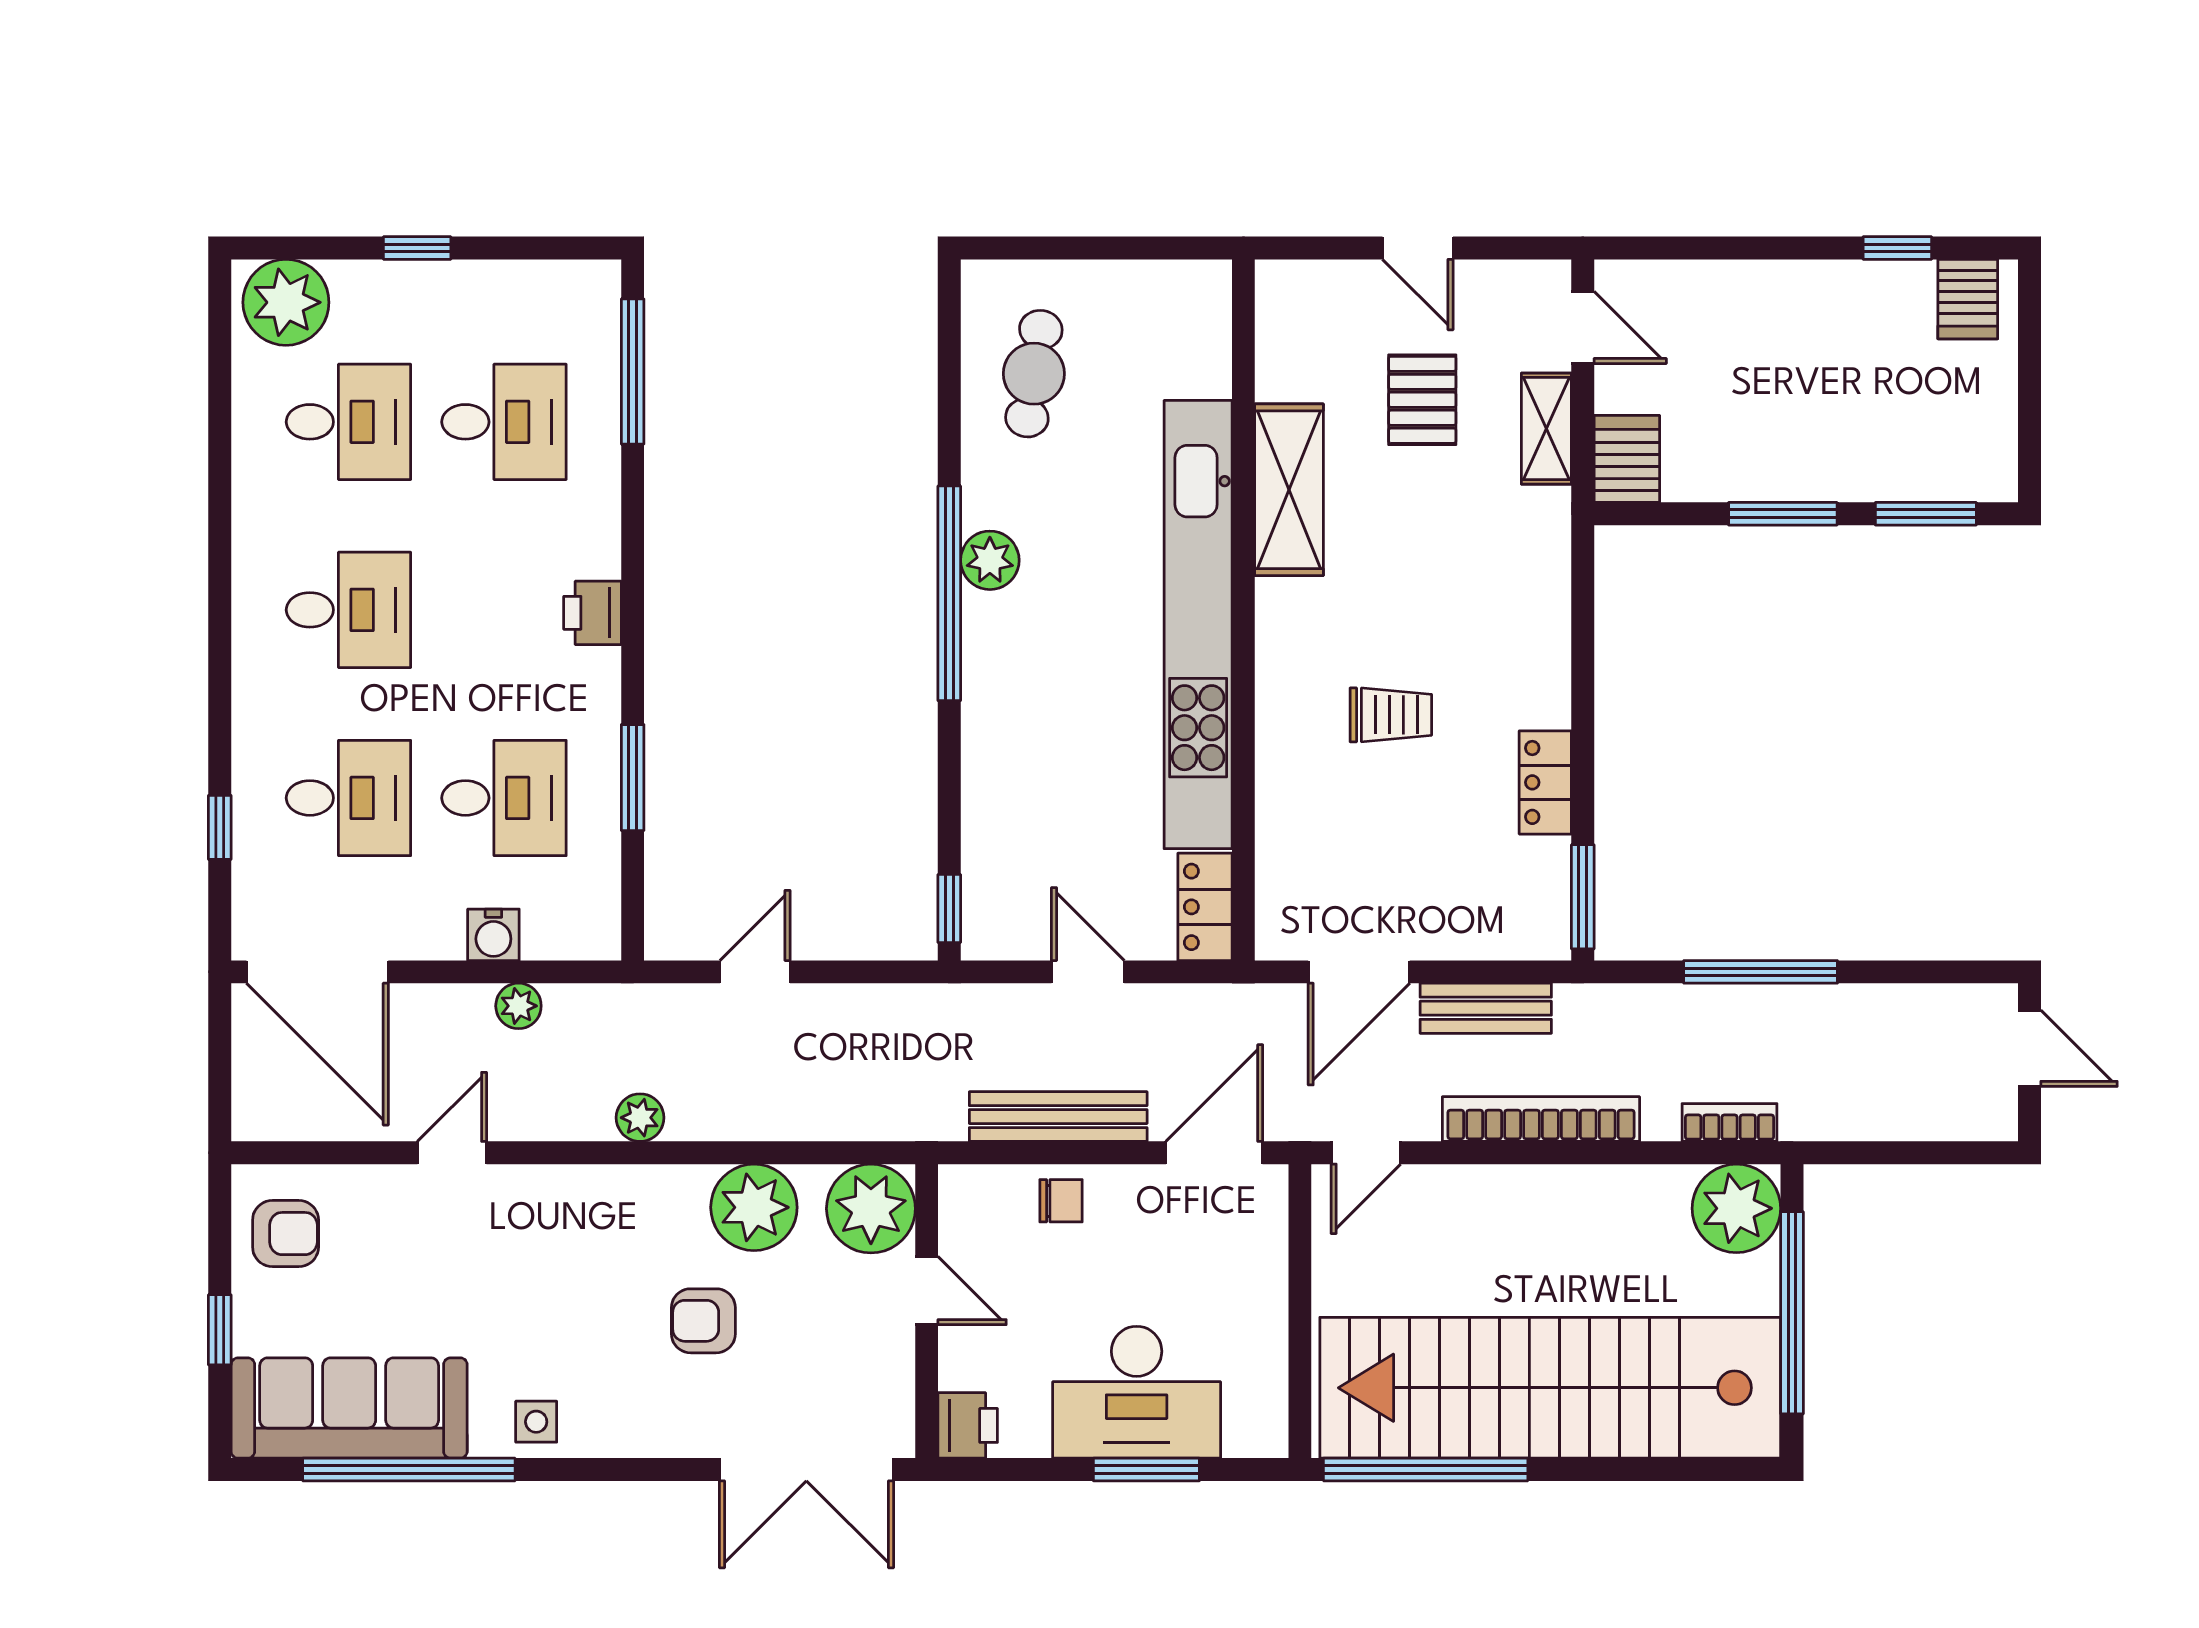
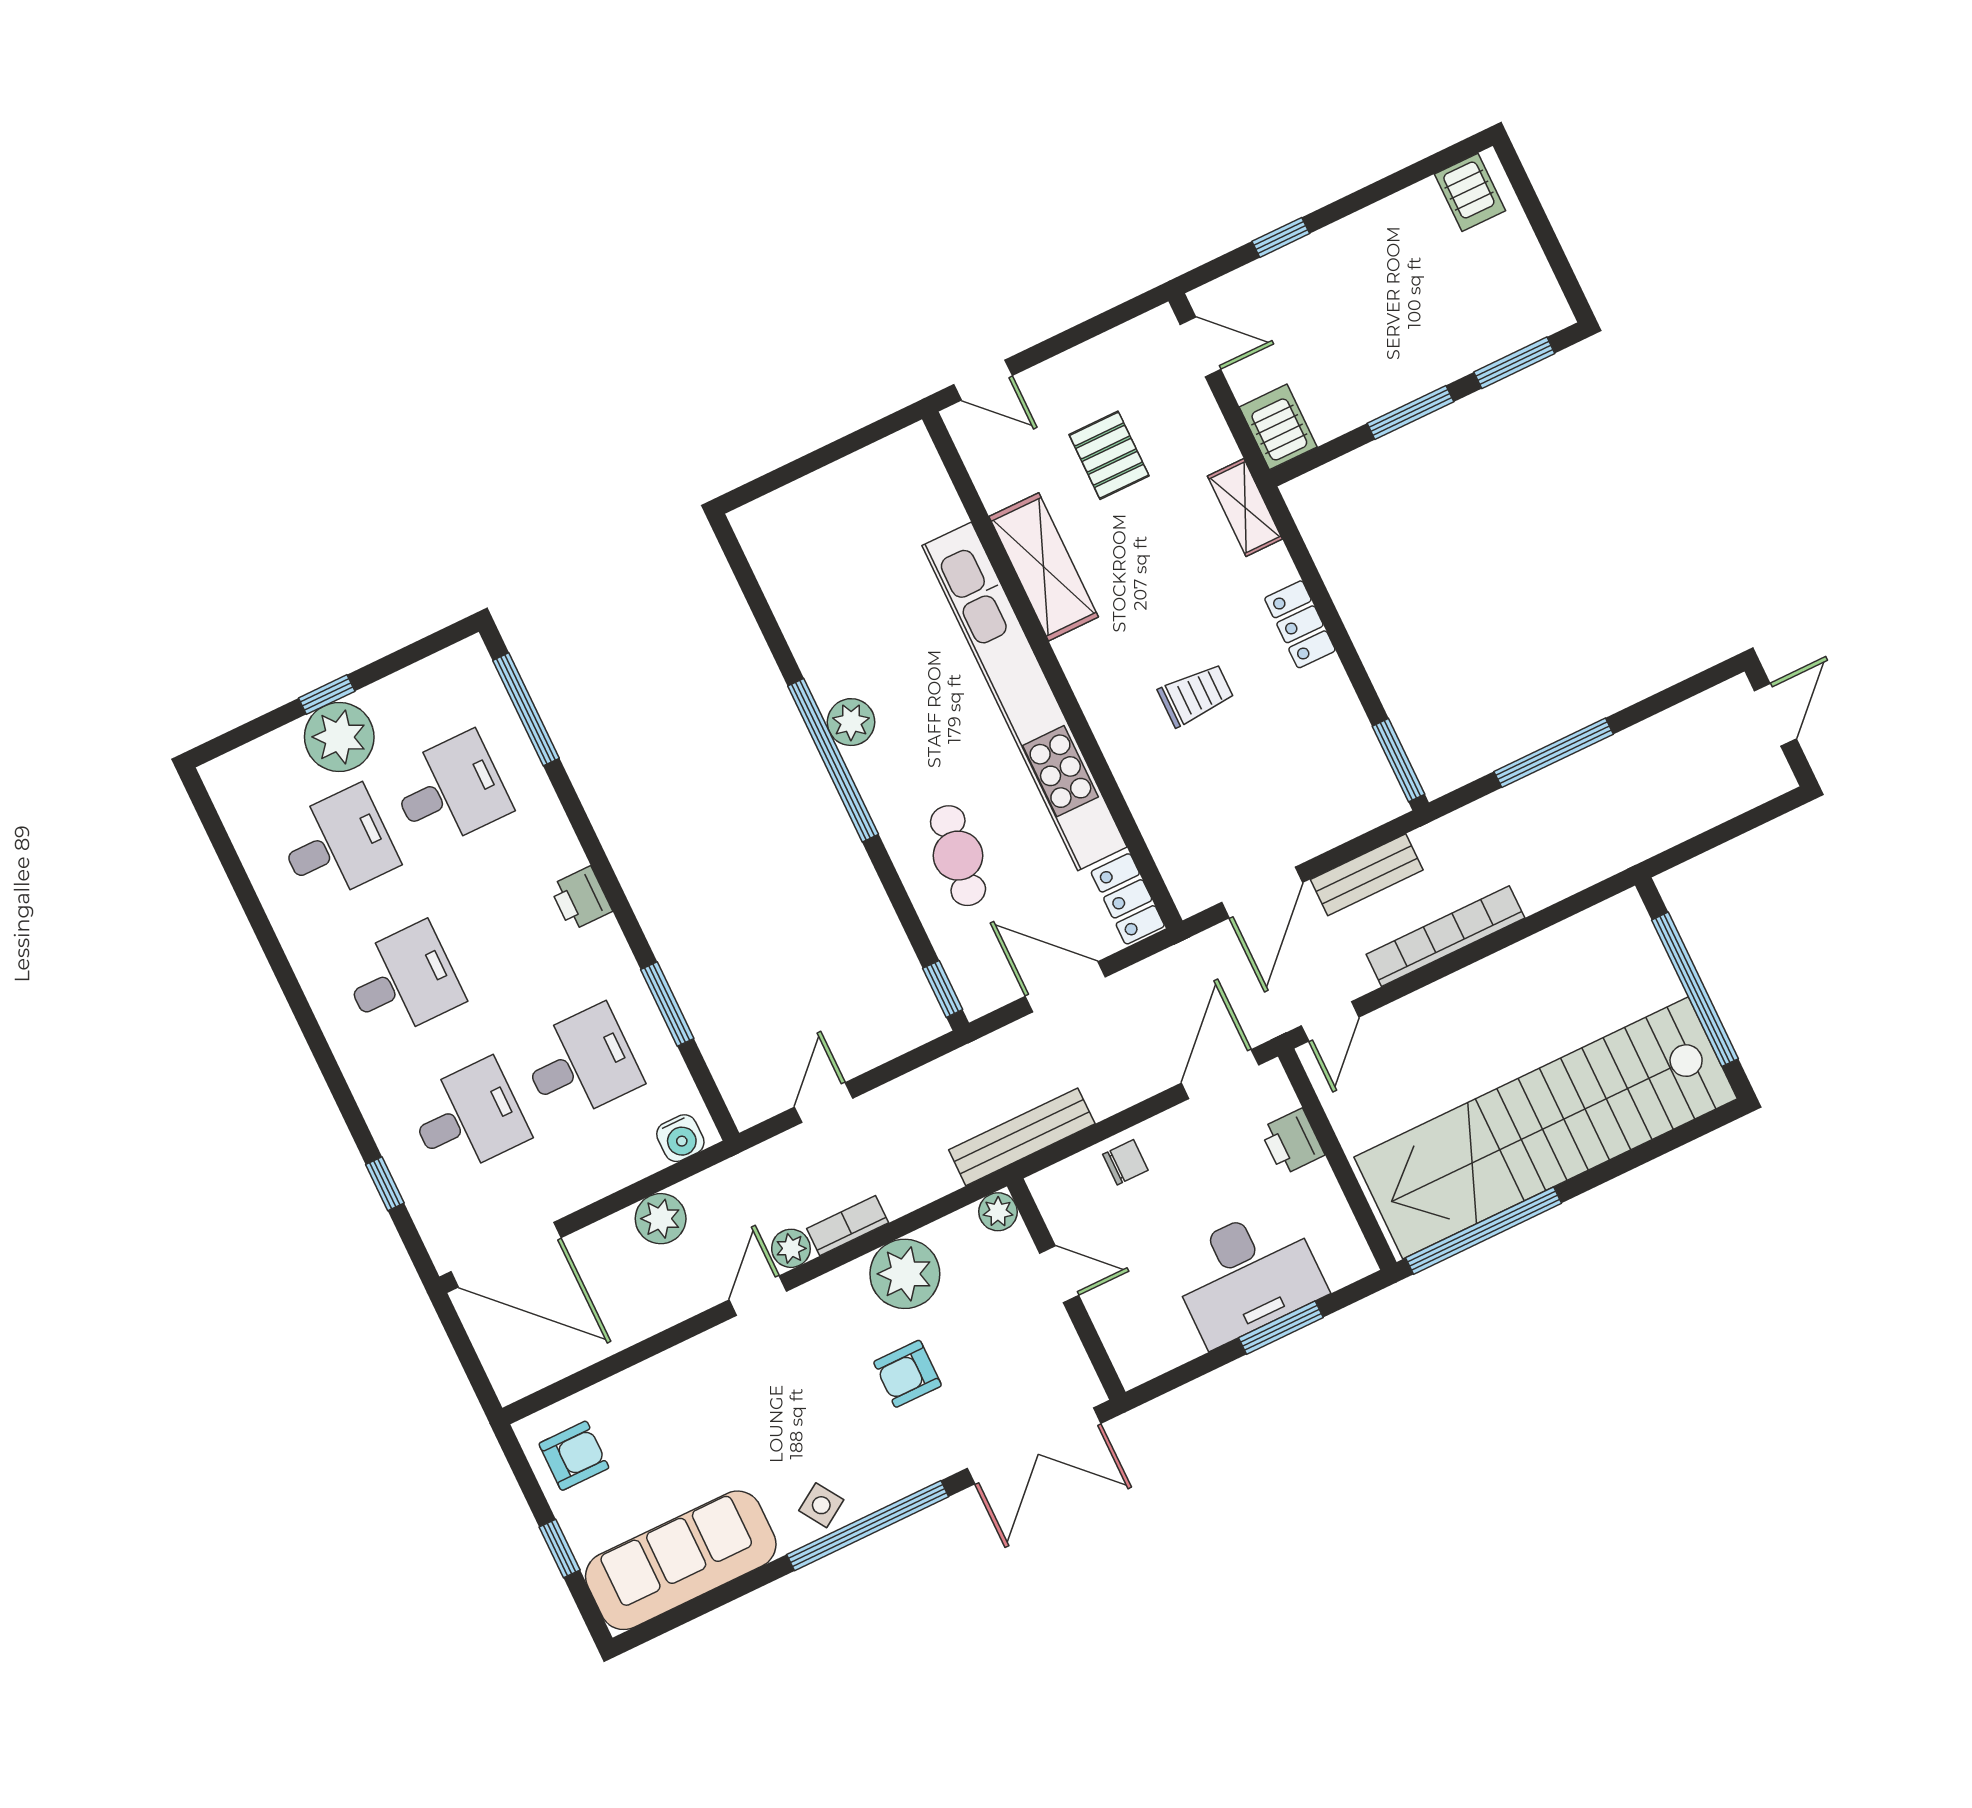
door: (1418, 248) -> (983, 380), moved
window: (1897, 248) -> (1281, 237), moved
plant: (286, 302) -> (339, 737), moved
cafe table: (1034, 374) -> (958, 856), moved
shelving: (1546, 429) -> (1245, 508), moved
locker: (1545, 782) -> (1300, 624), moved
water cooler: (493, 935) -> (680, 1138), moved
door: (1088, 972) -> (1065, 987), width x1.38
plant: (518, 1006) -> (661, 1219), width x1.38, depth x1.38
door: (2029, 1048) -> (1775, 715), hinge flipped
bench: (1058, 1117) -> (1022, 1137), moved
bookcase: (1730, 1123) -> (848, 1226), moved
door: (452, 1153) -> (758, 1296), moved
plant: (1736, 1208) -> (1618, 933), removed
plant: (871, 1209) -> (998, 1212), width x0.53, depth x0.53
side table: (536, 1422) -> (821, 1505), turned -33
printer: (968, 1425) -> (1292, 1142), moved, turned 180
window: (409, 1469) -> (868, 1526), moved

